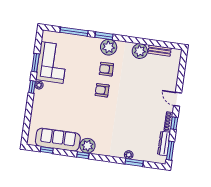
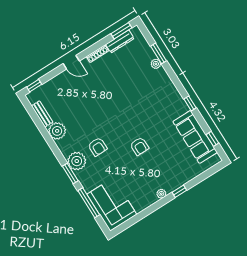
corner sofa: (52, 62) -> (112, 204), moved, turned 90
window: (35, 63) -> (144, 213), removed
window: (32, 87) -> (179, 191), moved
armchair: (102, 90) -> (140, 146), moved
door: (178, 99) -> (71, 62), hinge flipped
window: (174, 123) -> (34, 86), moved
plant: (87, 146) -> (178, 107), removed

